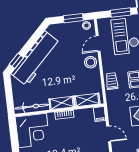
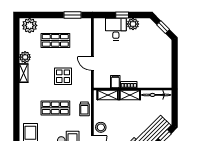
filing cabinet: (100, 114) -> (115, 82), moved
corner desk: (33, 131) -> (158, 74), removed

